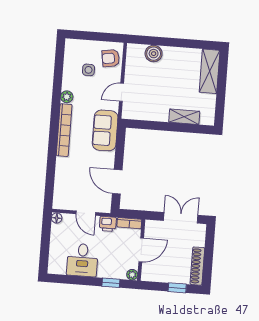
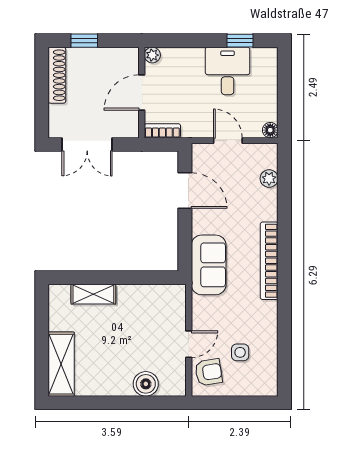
door: (122, 92) -> (189, 344), moved
plant: (67, 97) -> (269, 179), moved
printer: (108, 224) -> (194, 127), removed
window: (111, 283) -> (240, 41), moved

